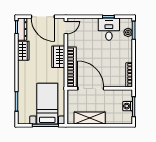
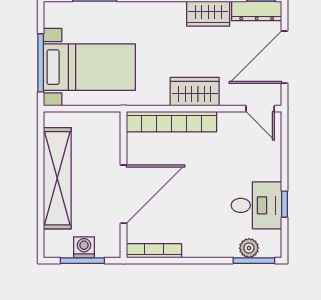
door: (91, 88) -> (124, 194), moved
shelving: (90, 118) -> (57, 178), width x1.47

